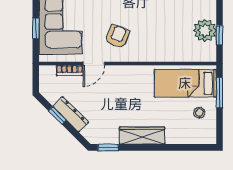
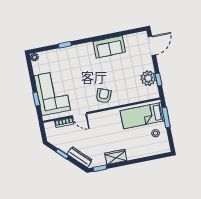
armchair: (118, 37) -> (104, 96), moved
door: (94, 63) -> (79, 115), hinge flipped
dresser: (71, 114) -> (80, 157), moved
wardrobe: (142, 136) -> (116, 157), width x0.67

